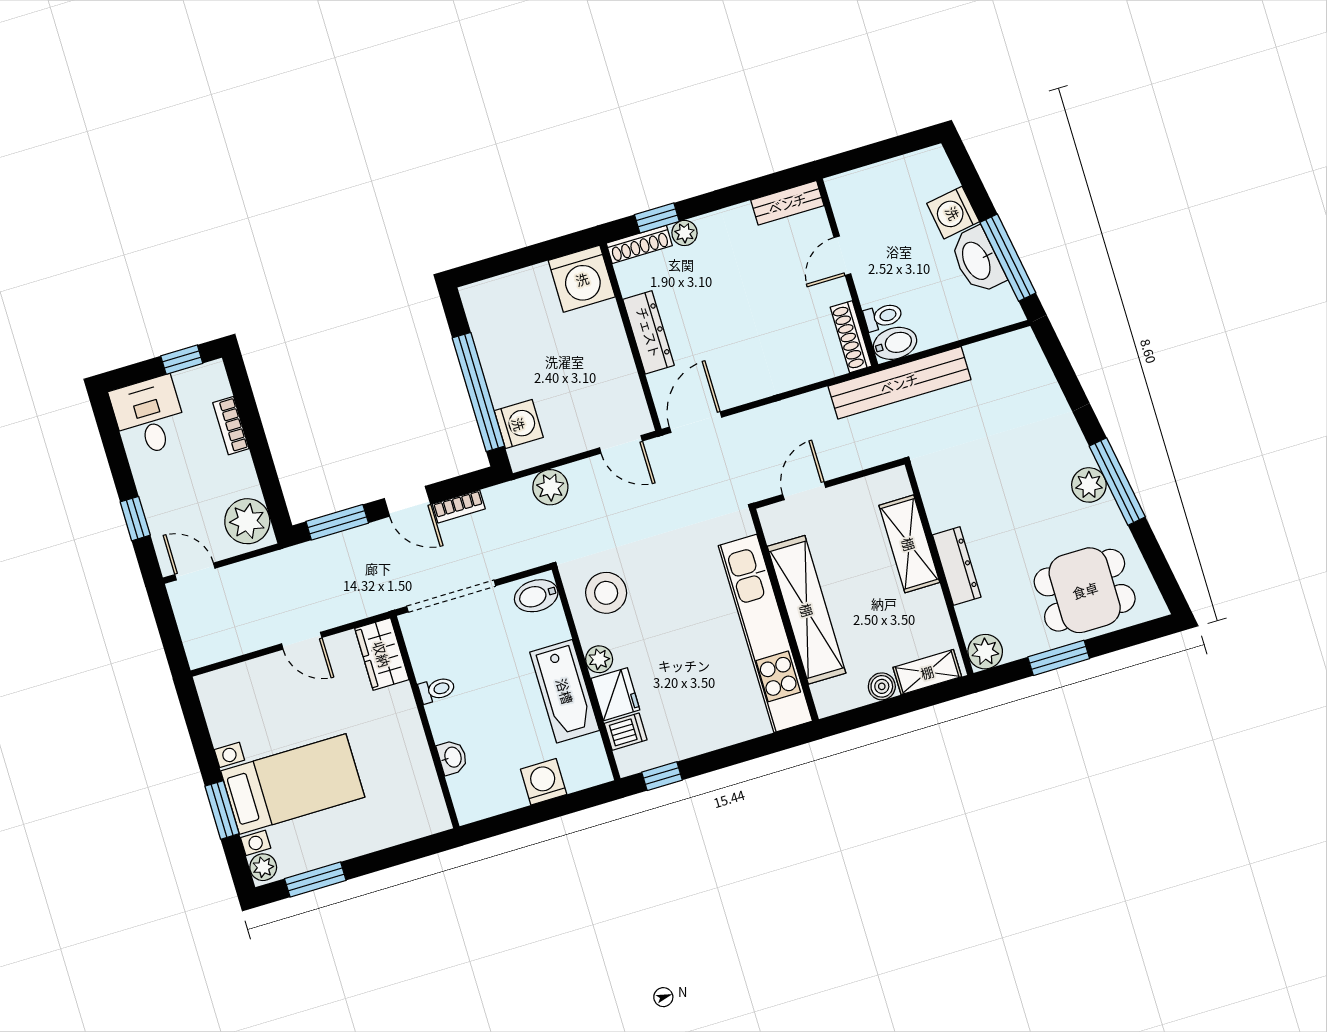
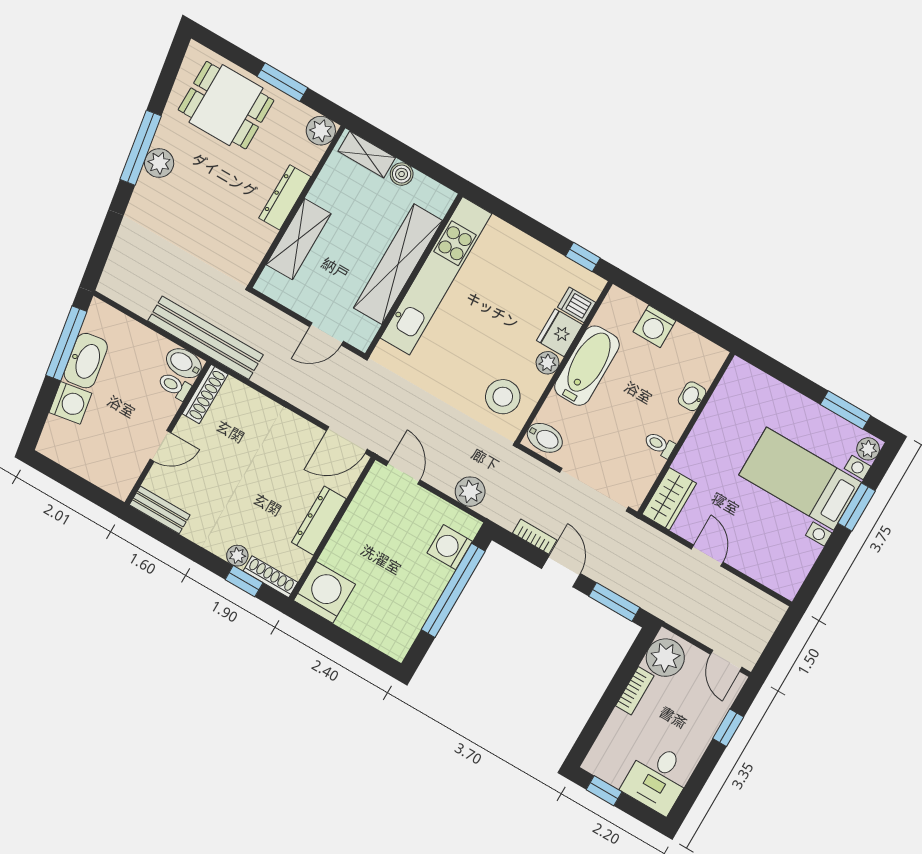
bookcase: (231, 426) -> (635, 691), moved

